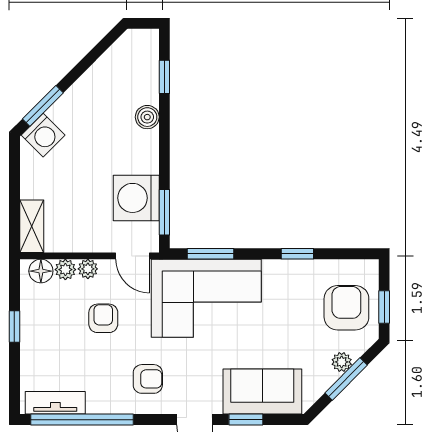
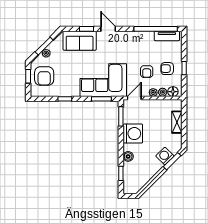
washing machine: (43, 135) -> (165, 156), moved
washing machine: (136, 198) -> (133, 134), moved
shelving: (32, 226) -> (177, 122), moved
door: (133, 256) -> (134, 98), hinge flipped
armchair: (148, 379) -> (167, 69), moved

